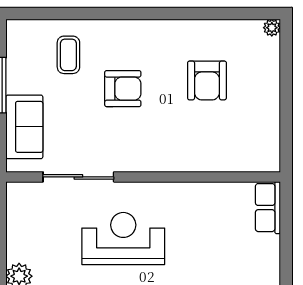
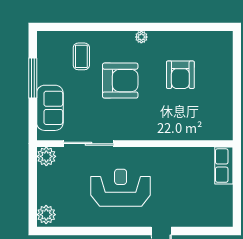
plant: (272, 28) -> (141, 37), moved
armchair: (123, 89) -> (120, 81), width x1.36, depth x1.36
plant: (19, 195) -> (46, 156), added

